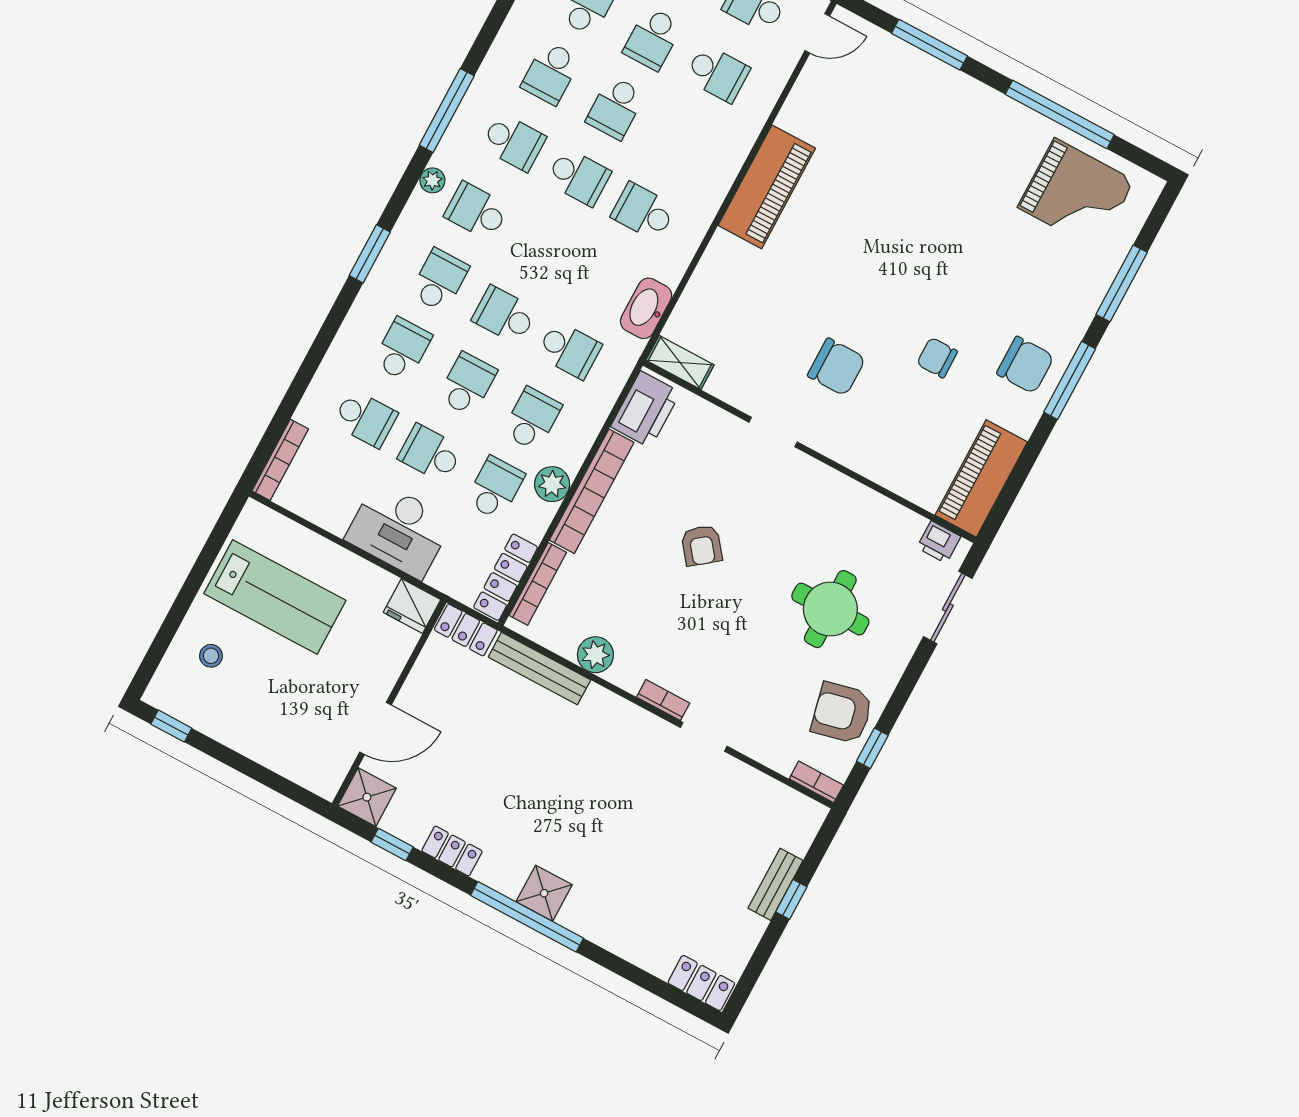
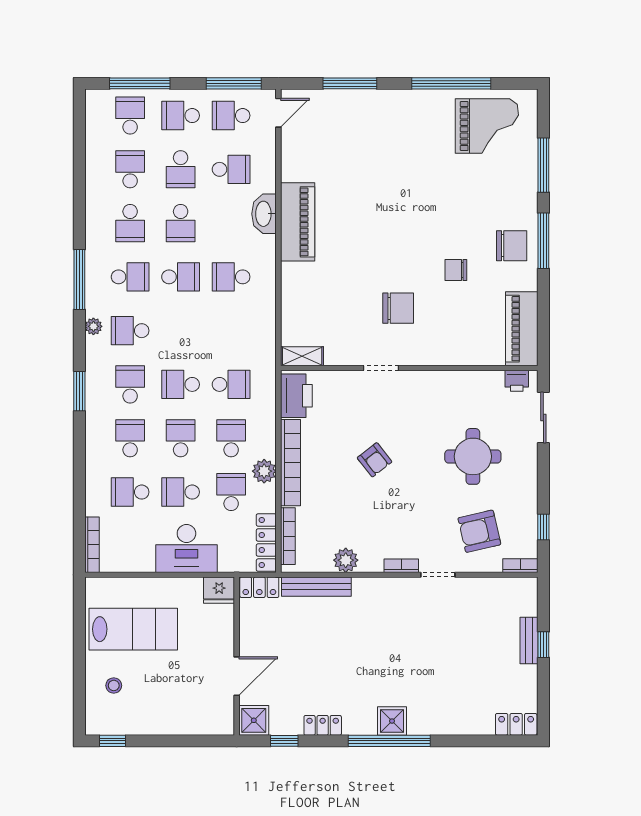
washbasin: (646, 308) -> (264, 214), moved
school desk: (365, 418) -> (130, 492), turned 180
armchair: (842, 713) -> (479, 531), moved

